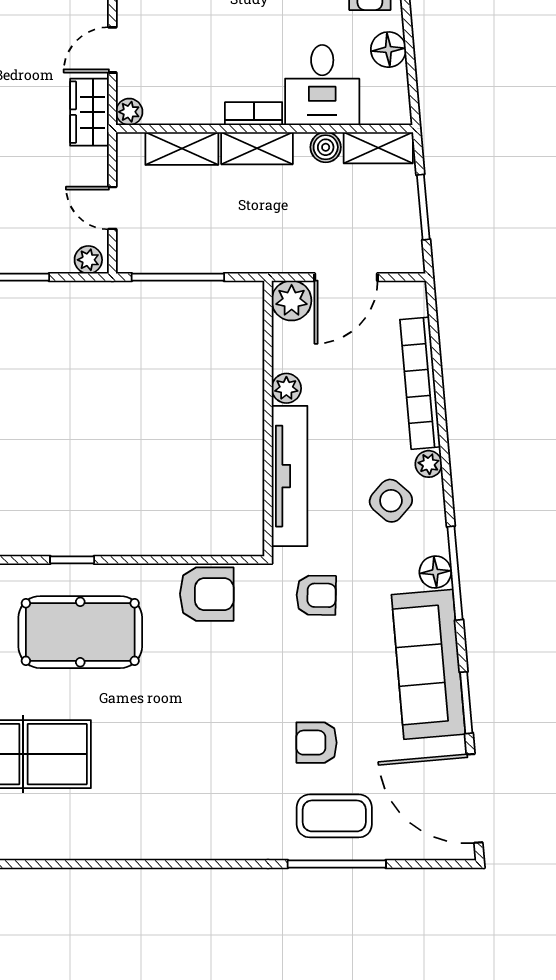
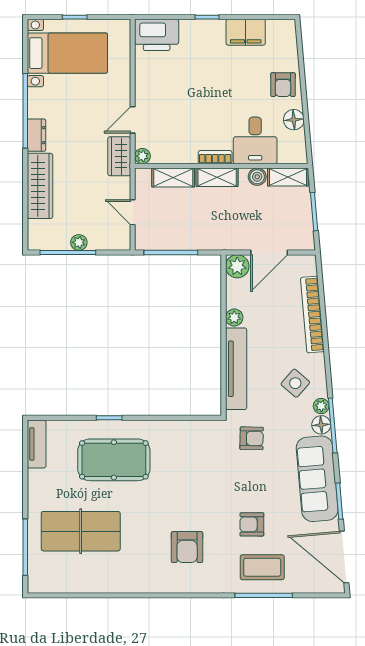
plant: (88, 260) -> (79, 242), moved
plant: (429, 464) -> (321, 406), moved
armchair: (207, 594) -> (187, 547), moved, turned 90

